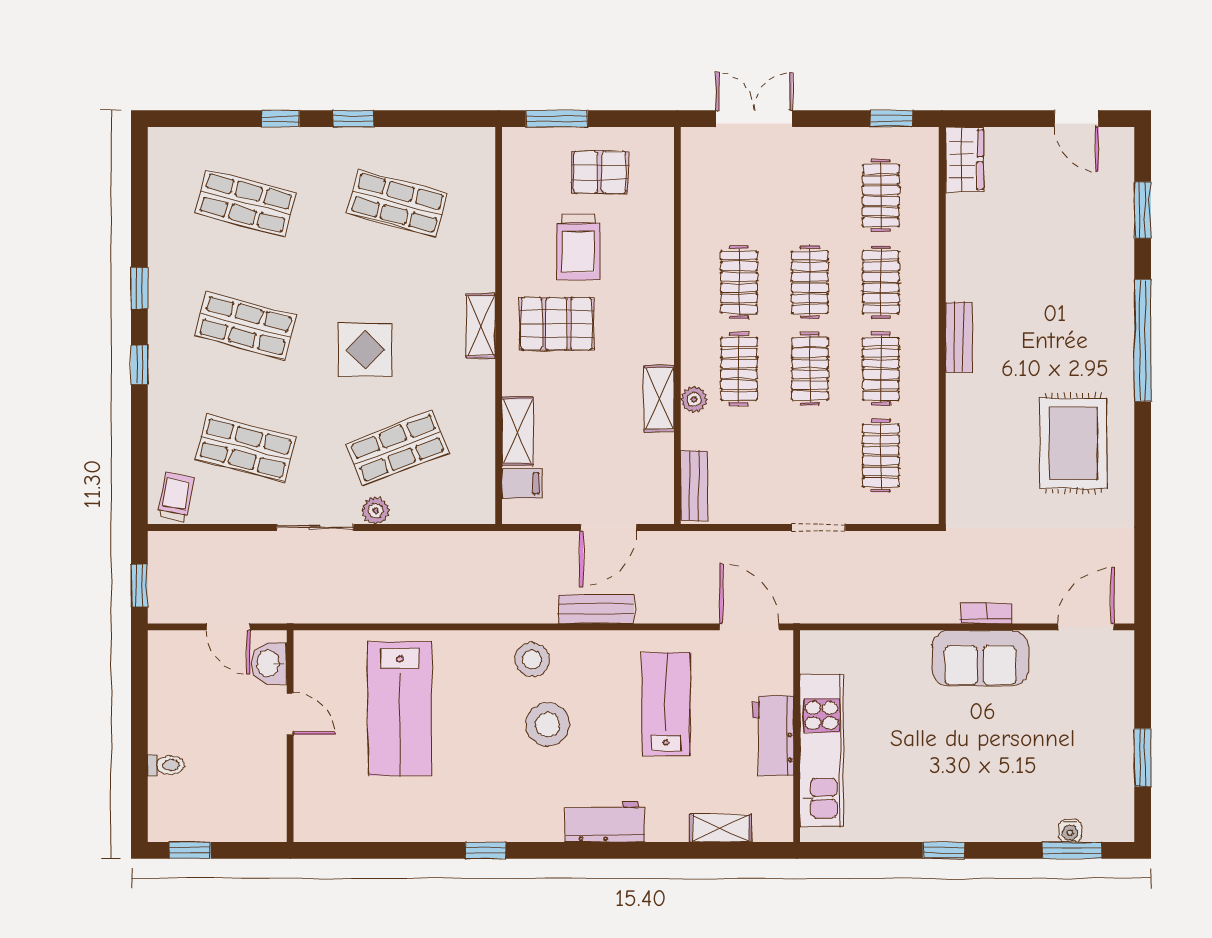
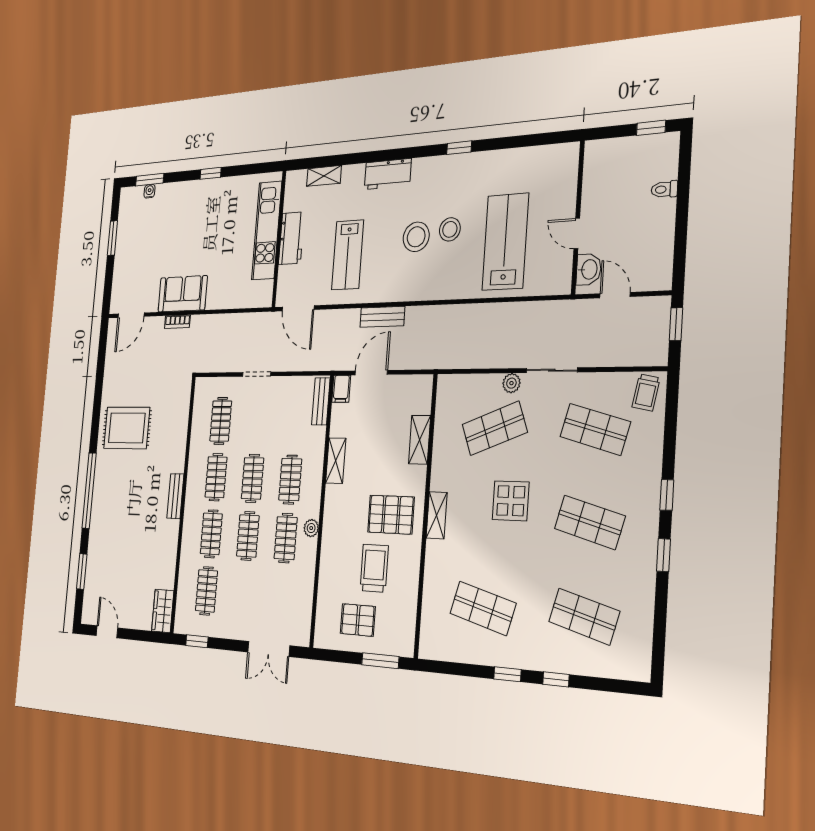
plant: (694, 399) -> (311, 528), moved
rug: (1073, 443) -> (127, 428), turned 90
filing cabinet: (522, 483) -> (341, 389), moved, turned -90
stool: (532, 659) -> (450, 229), moved

